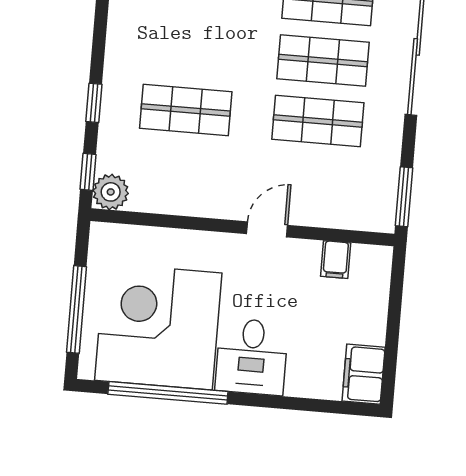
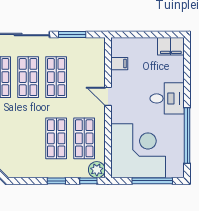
shop shelf: (181, 170) -> (84, 138), added
window: (404, 197) -> (72, 35), moved
corner desk: (158, 327) -> (138, 151), moved, turned 180

